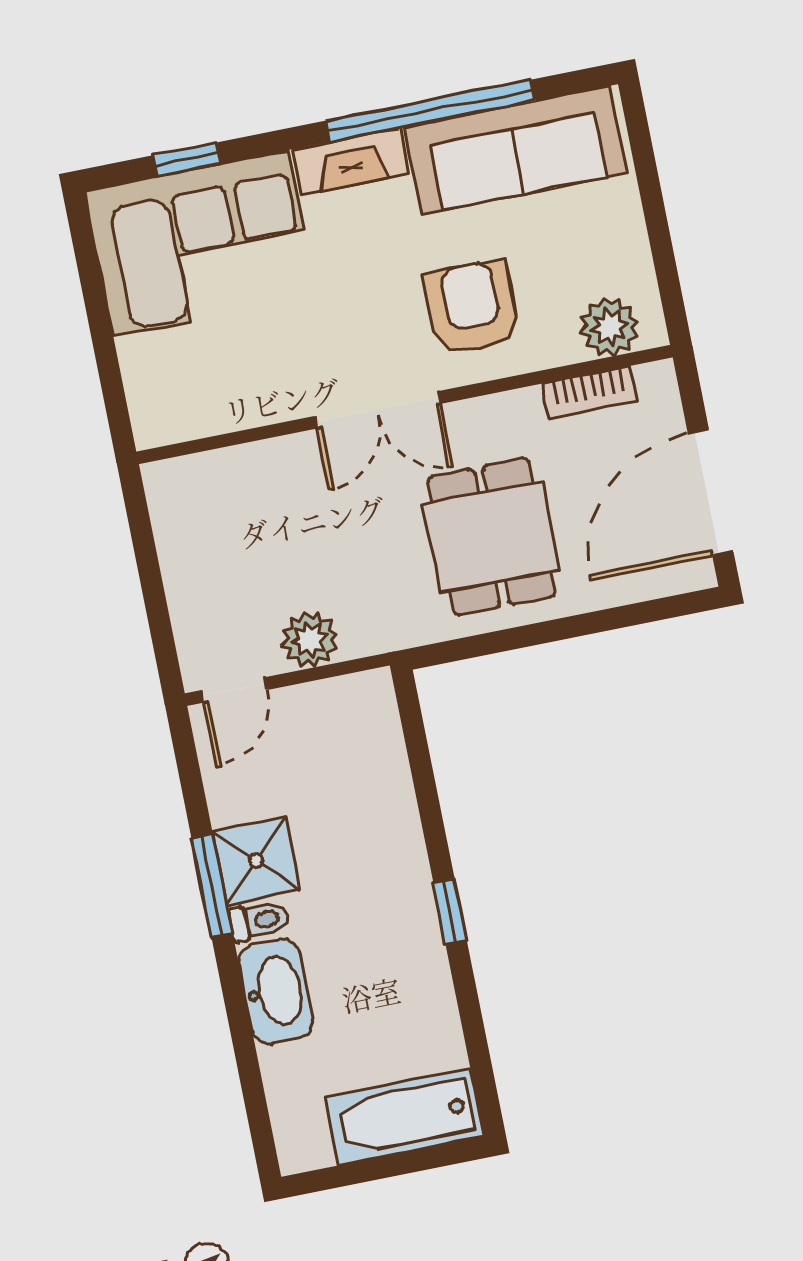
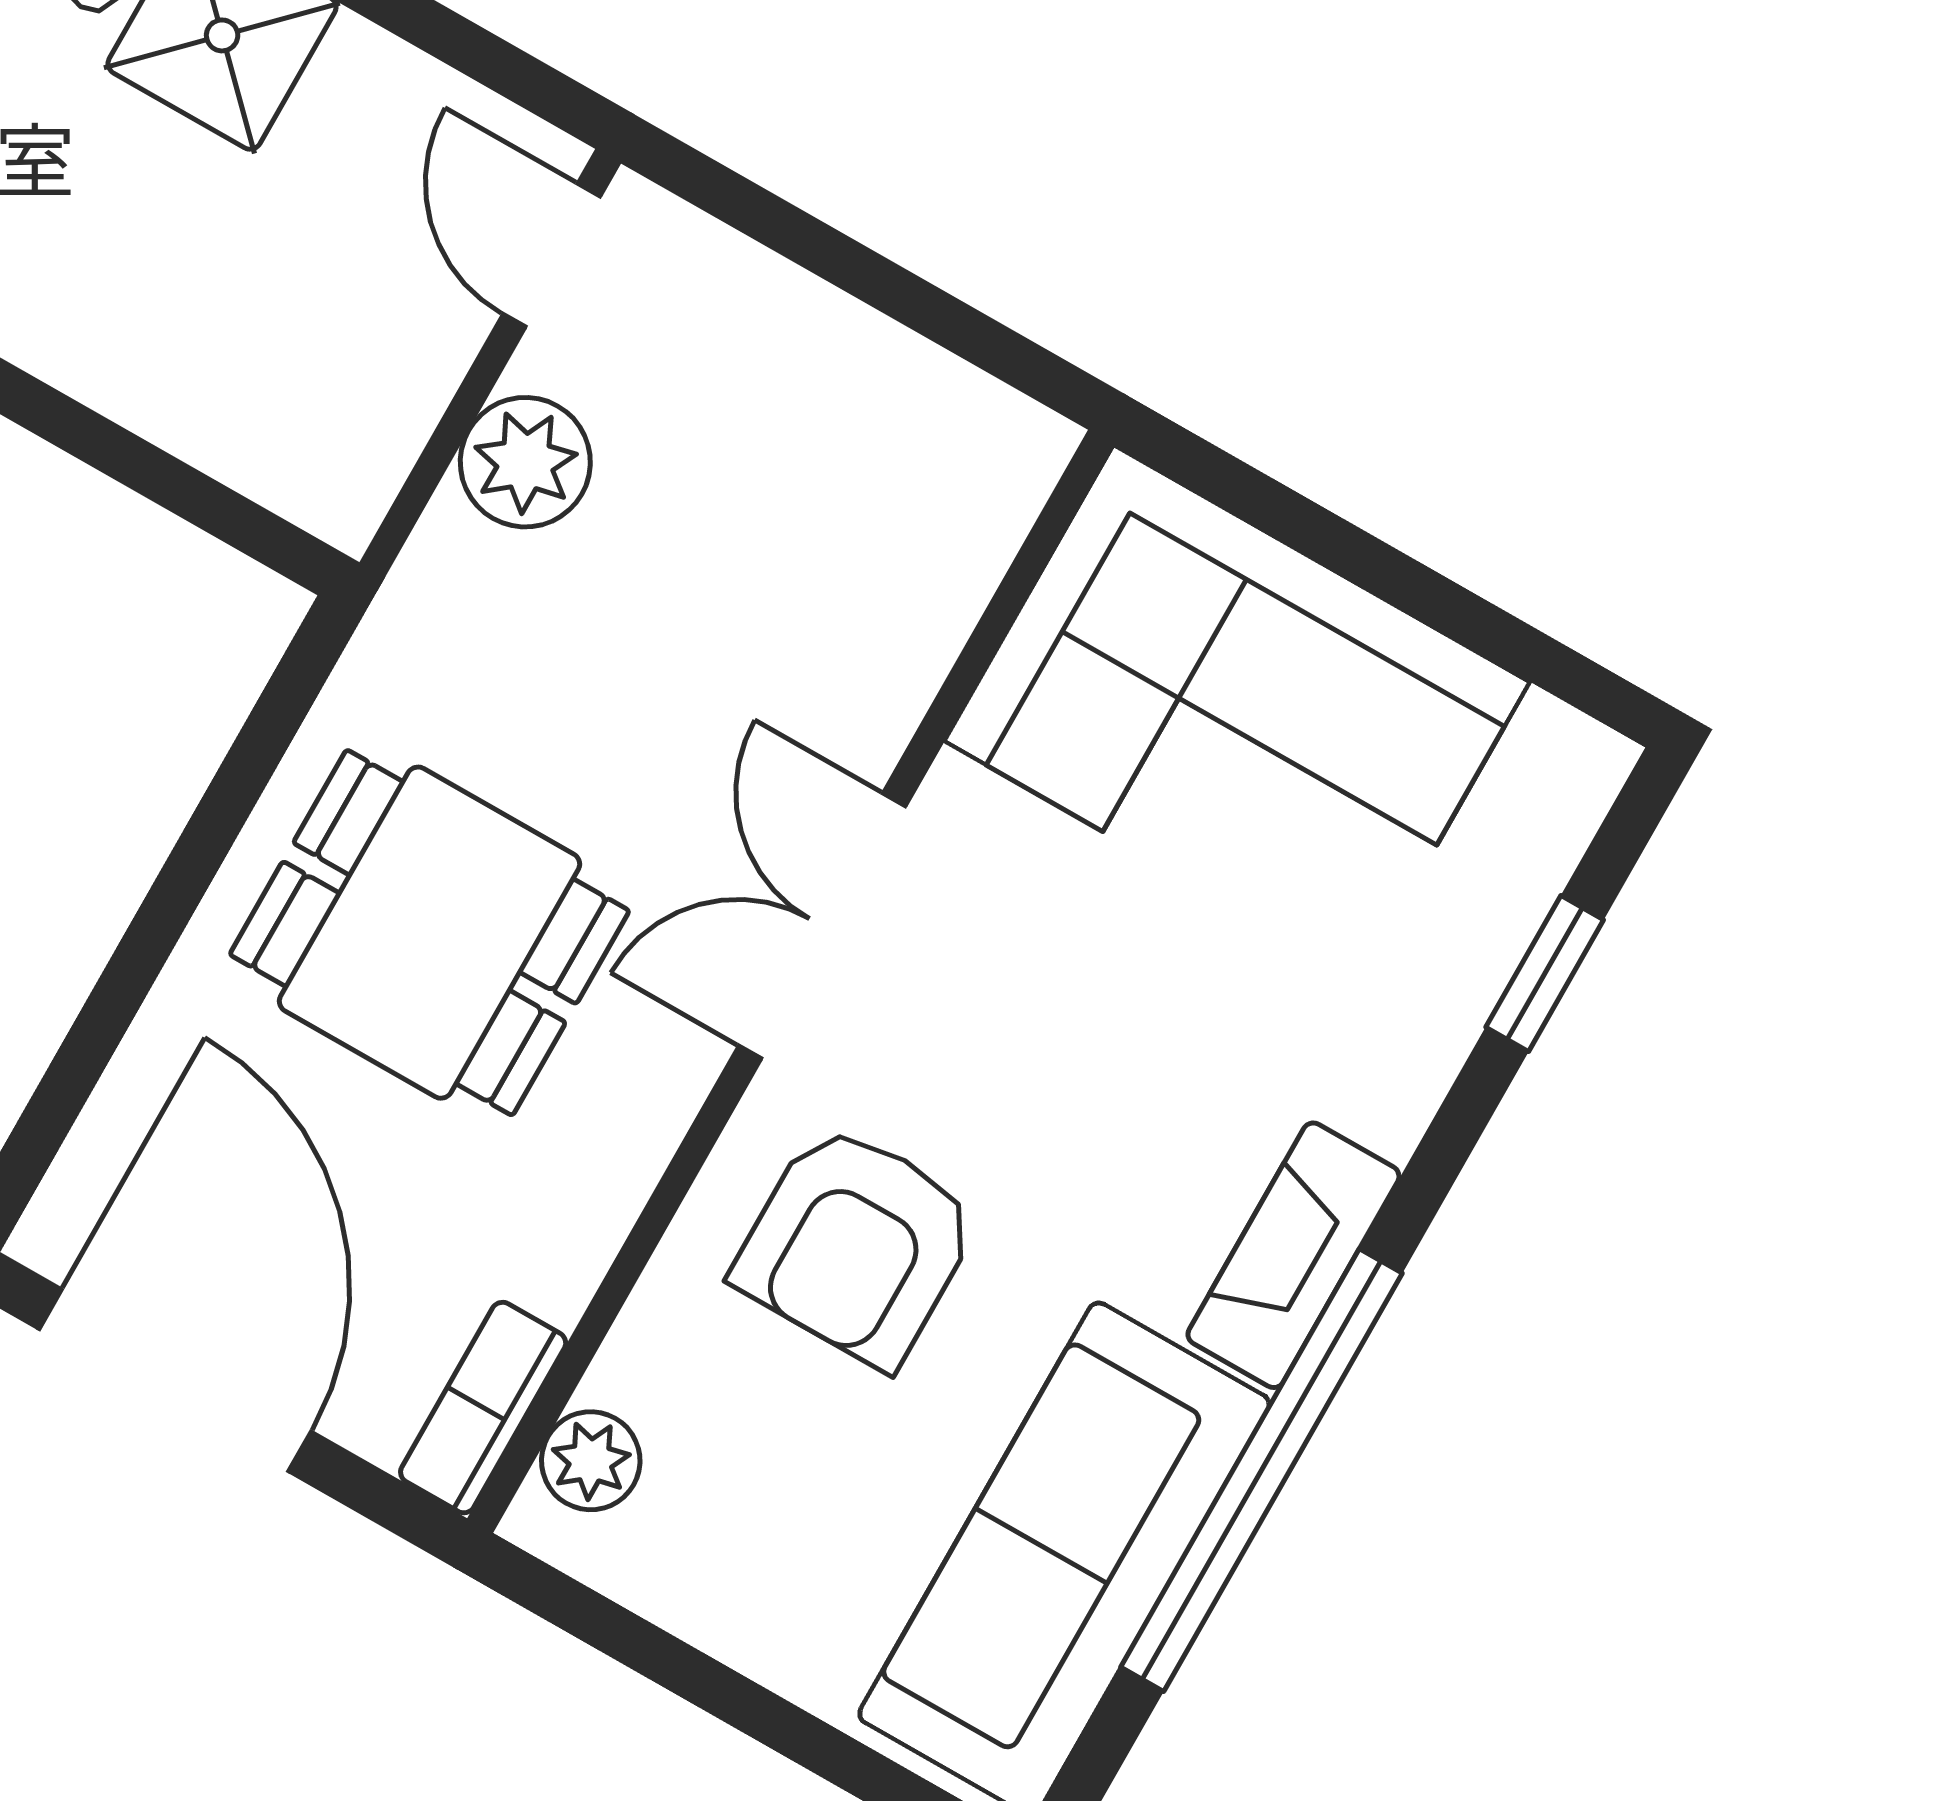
corner sofa: (201, 243) -> (1237, 712), moved, turned -90
armchair: (472, 308) -> (857, 1245), turned 90
plant: (609, 327) -> (591, 1461), width x0.73, depth x0.73
bookcase: (589, 392) -> (483, 1408), moved

